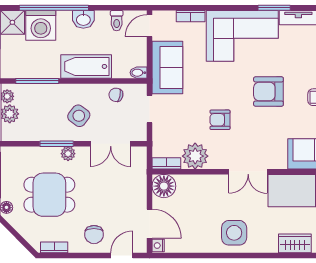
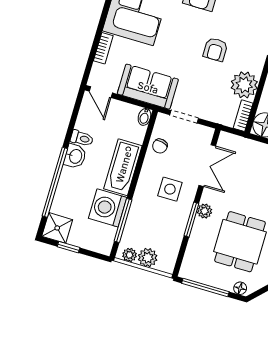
toilet: (117, 21) -> (82, 138), moved
washing machine: (41, 25) -> (108, 208), moved, turned 180
side table: (79, 116) -> (170, 189), turned -37

